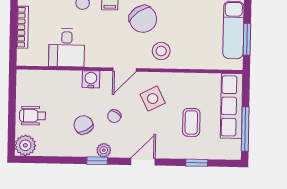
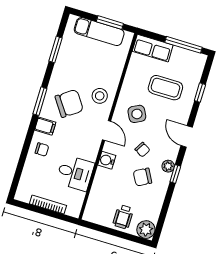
row of seats: (232, 106) -> (153, 48), width x0.68
coffee table: (191, 122) -> (165, 88), width x1.36, depth x1.30

